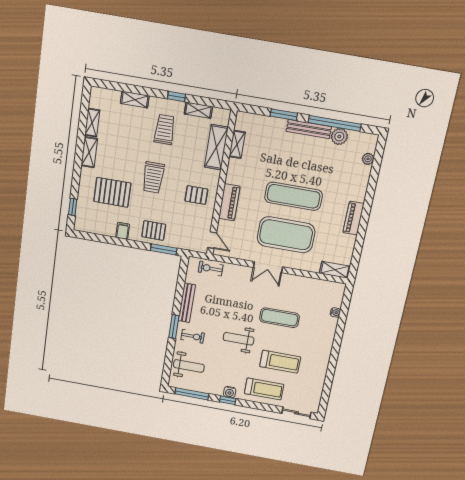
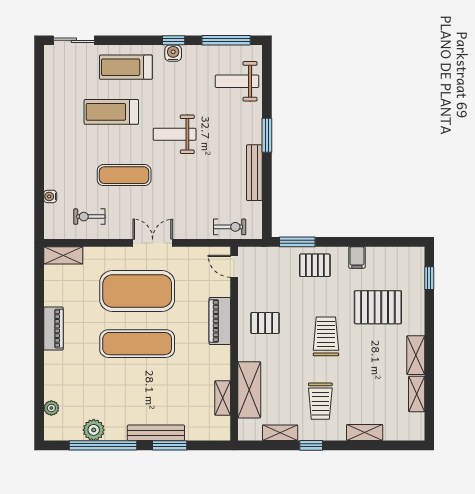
bench: (309, 129) -> (156, 433), moved
exercise bike: (193, 336) -> (89, 217), moved
weight bench: (239, 339) -> (175, 134), turned 180

